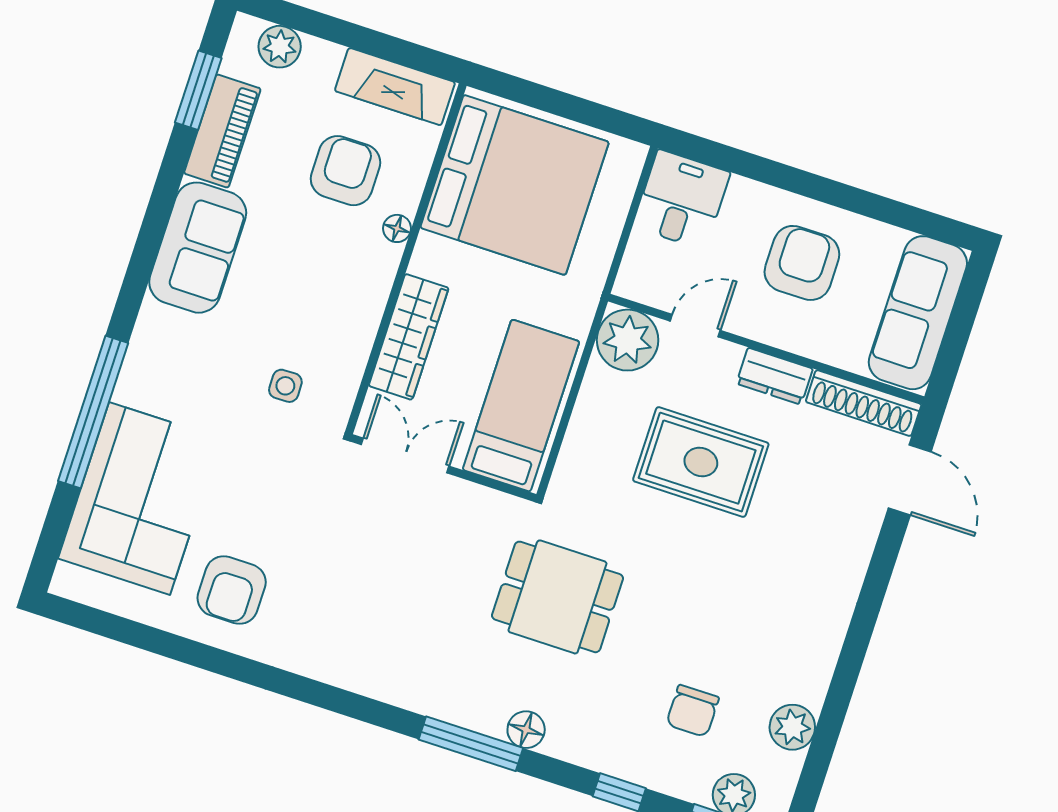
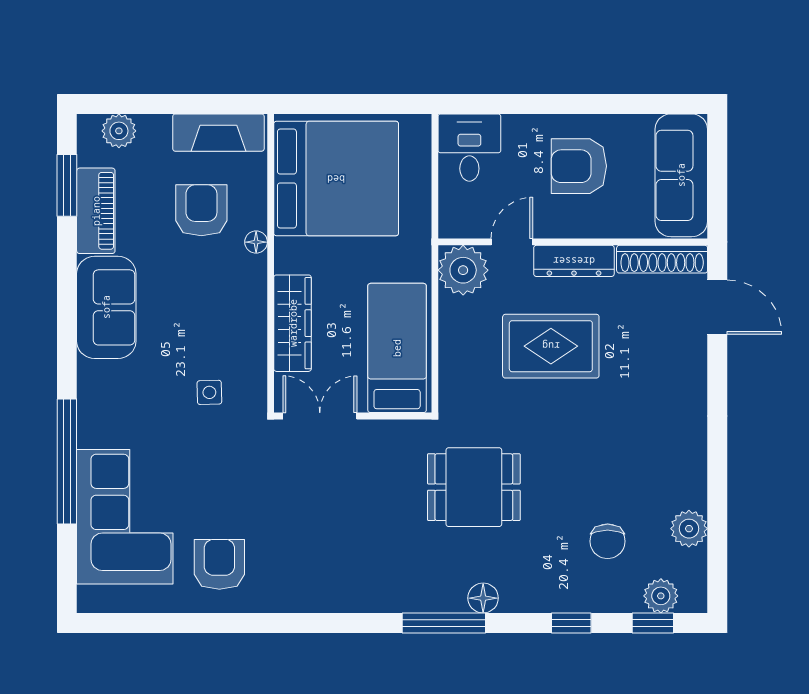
armchair: (802, 263) -> (579, 166), turned -90
dresser: (775, 376) -> (574, 261), width x1.44
armchair: (232, 590) -> (219, 564), turned 180

